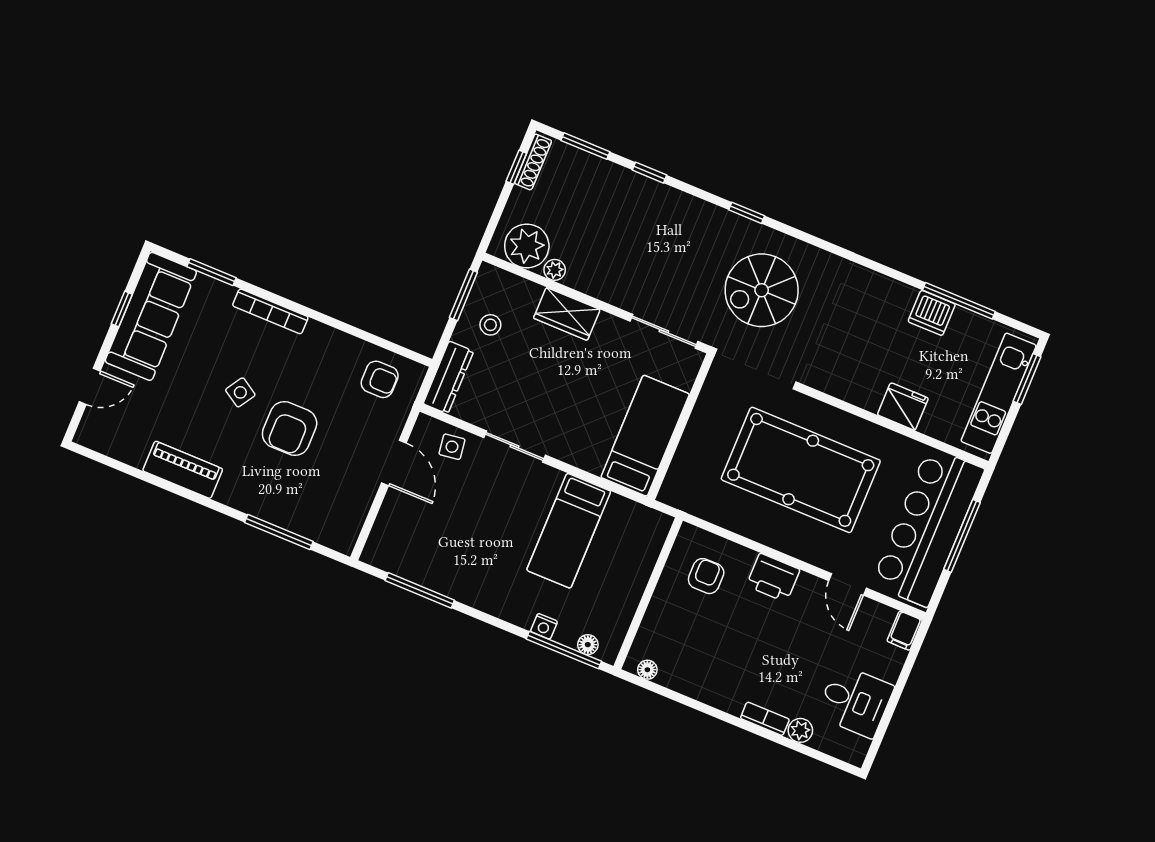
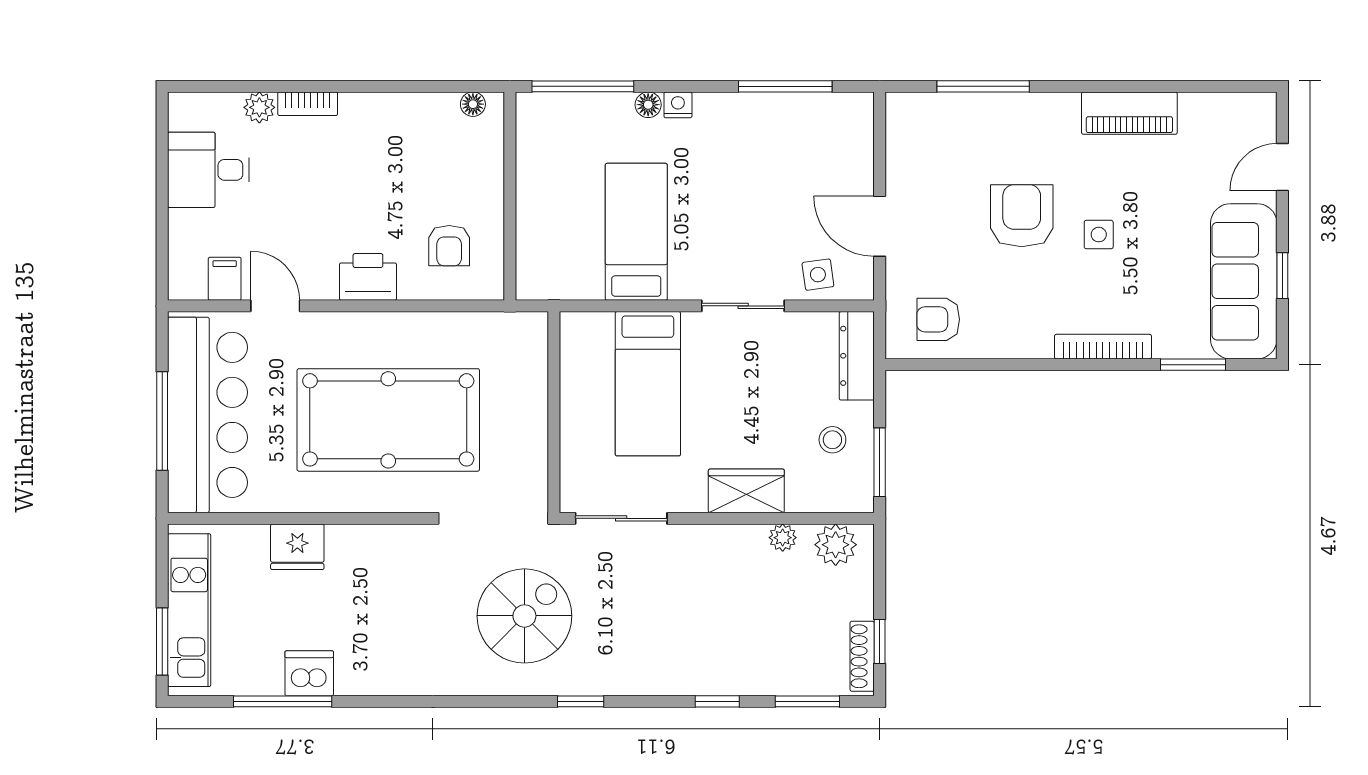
plant: (527, 246) -> (836, 545), width x0.73, depth x0.73
side table: (240, 392) -> (1099, 235), turned -32
bed: (645, 436) -> (648, 384), moved
nightstand: (544, 626) -> (678, 105), moved
filing cabinet: (905, 631) -> (225, 279), moved
floor lamp: (588, 645) -> (648, 105), moved

